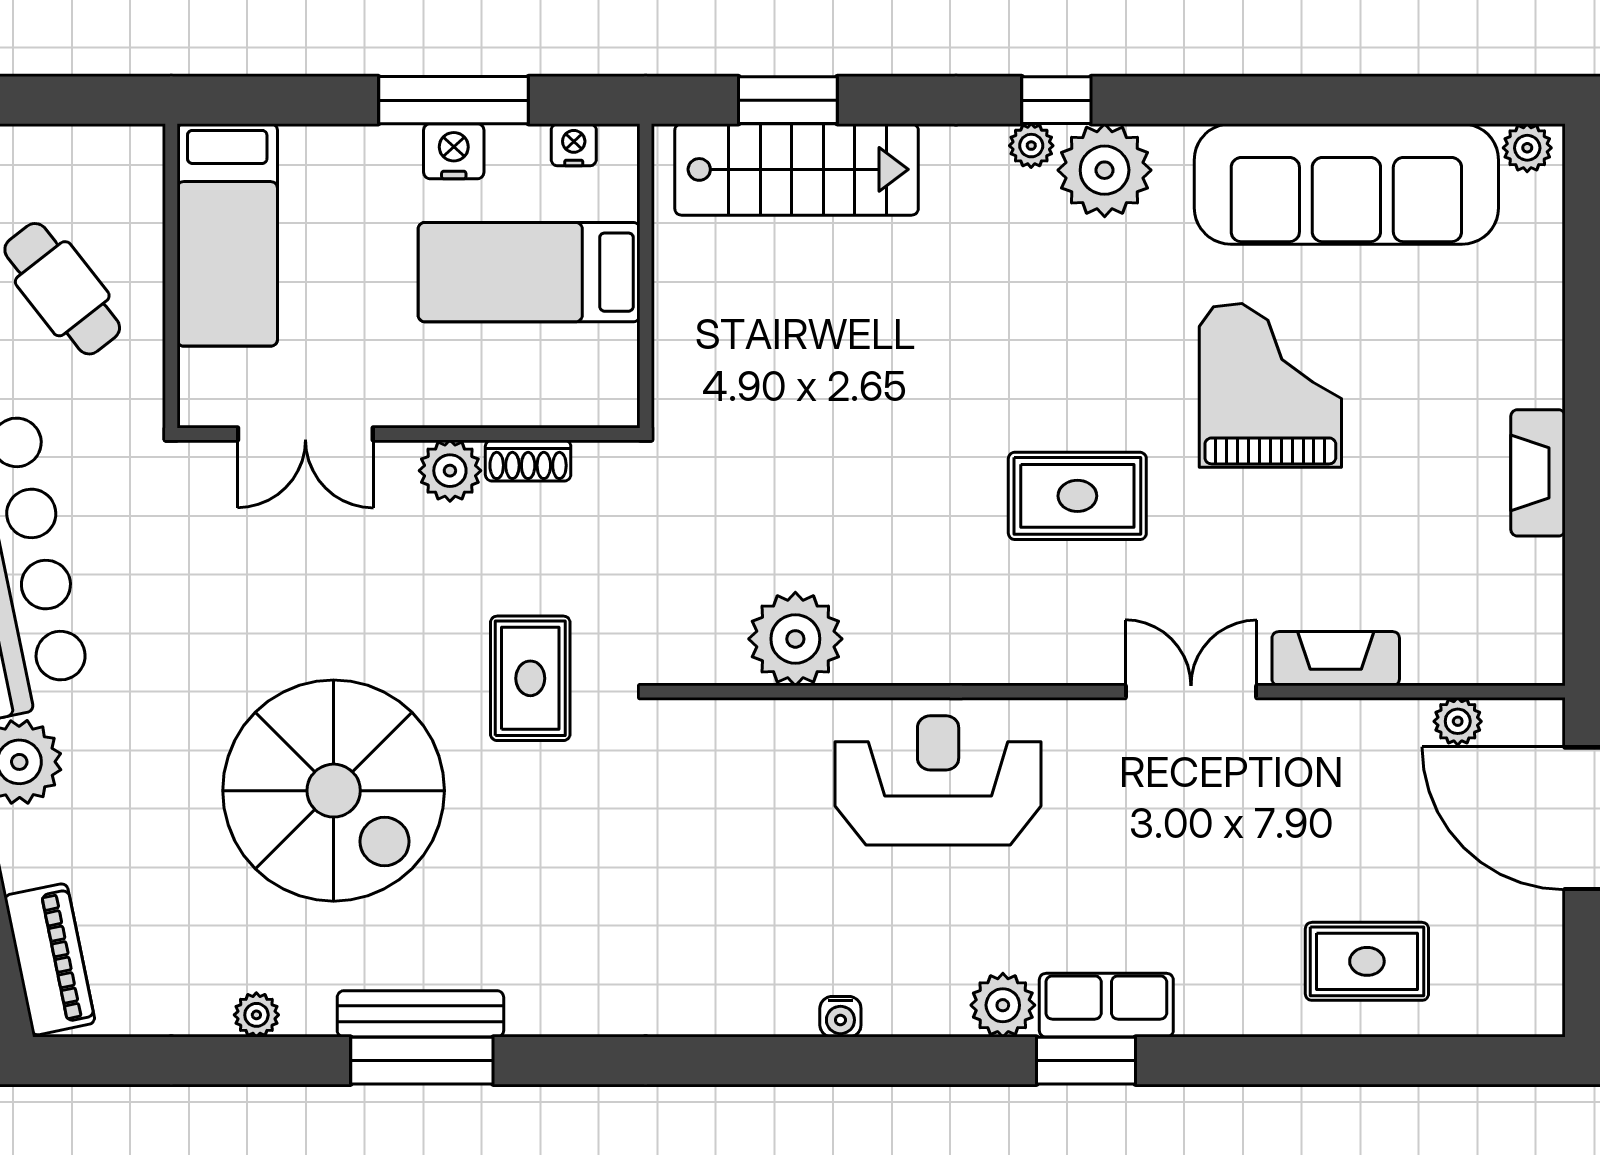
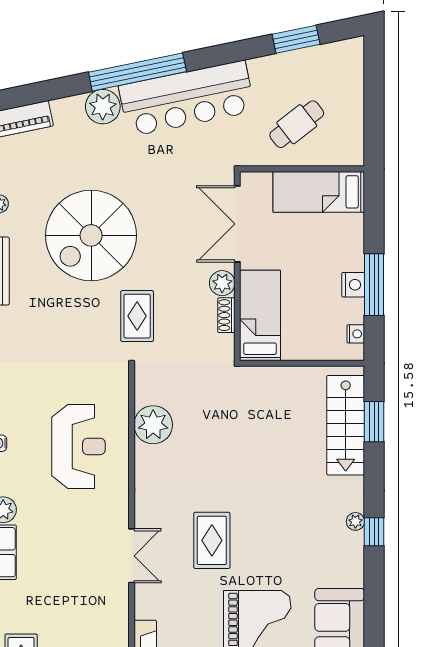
plant: (1105, 170) -> (345, 551), removed
bed: (529, 272) -> (260, 316), moved
double door: (305, 434) -> (237, 224), width x1.37
rug: (530, 678) -> (137, 316), turned 90
double door: (1191, 692) -> (132, 556), moved
reception desk: (938, 780) -> (78, 446), moved

